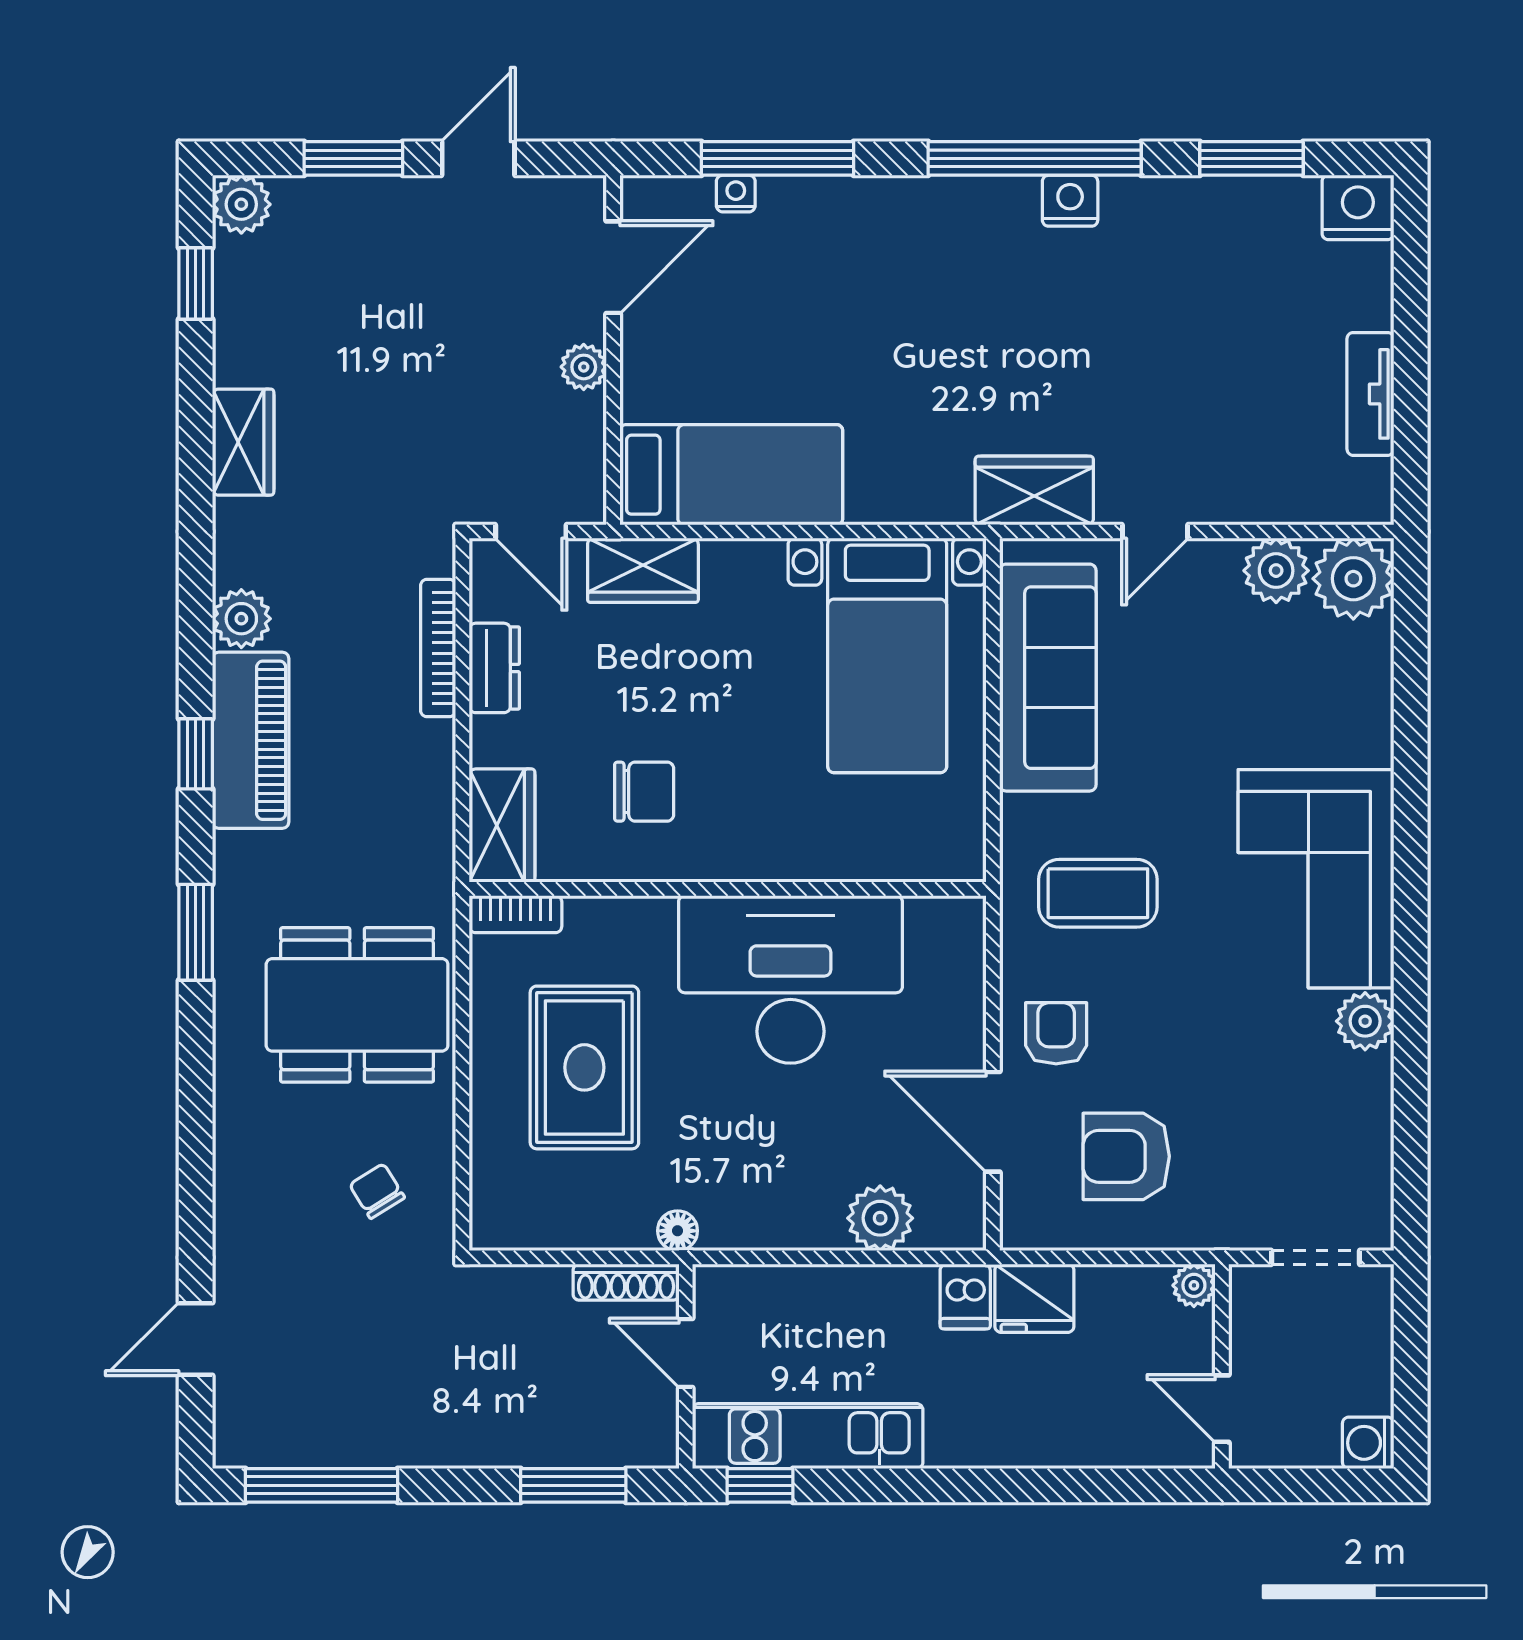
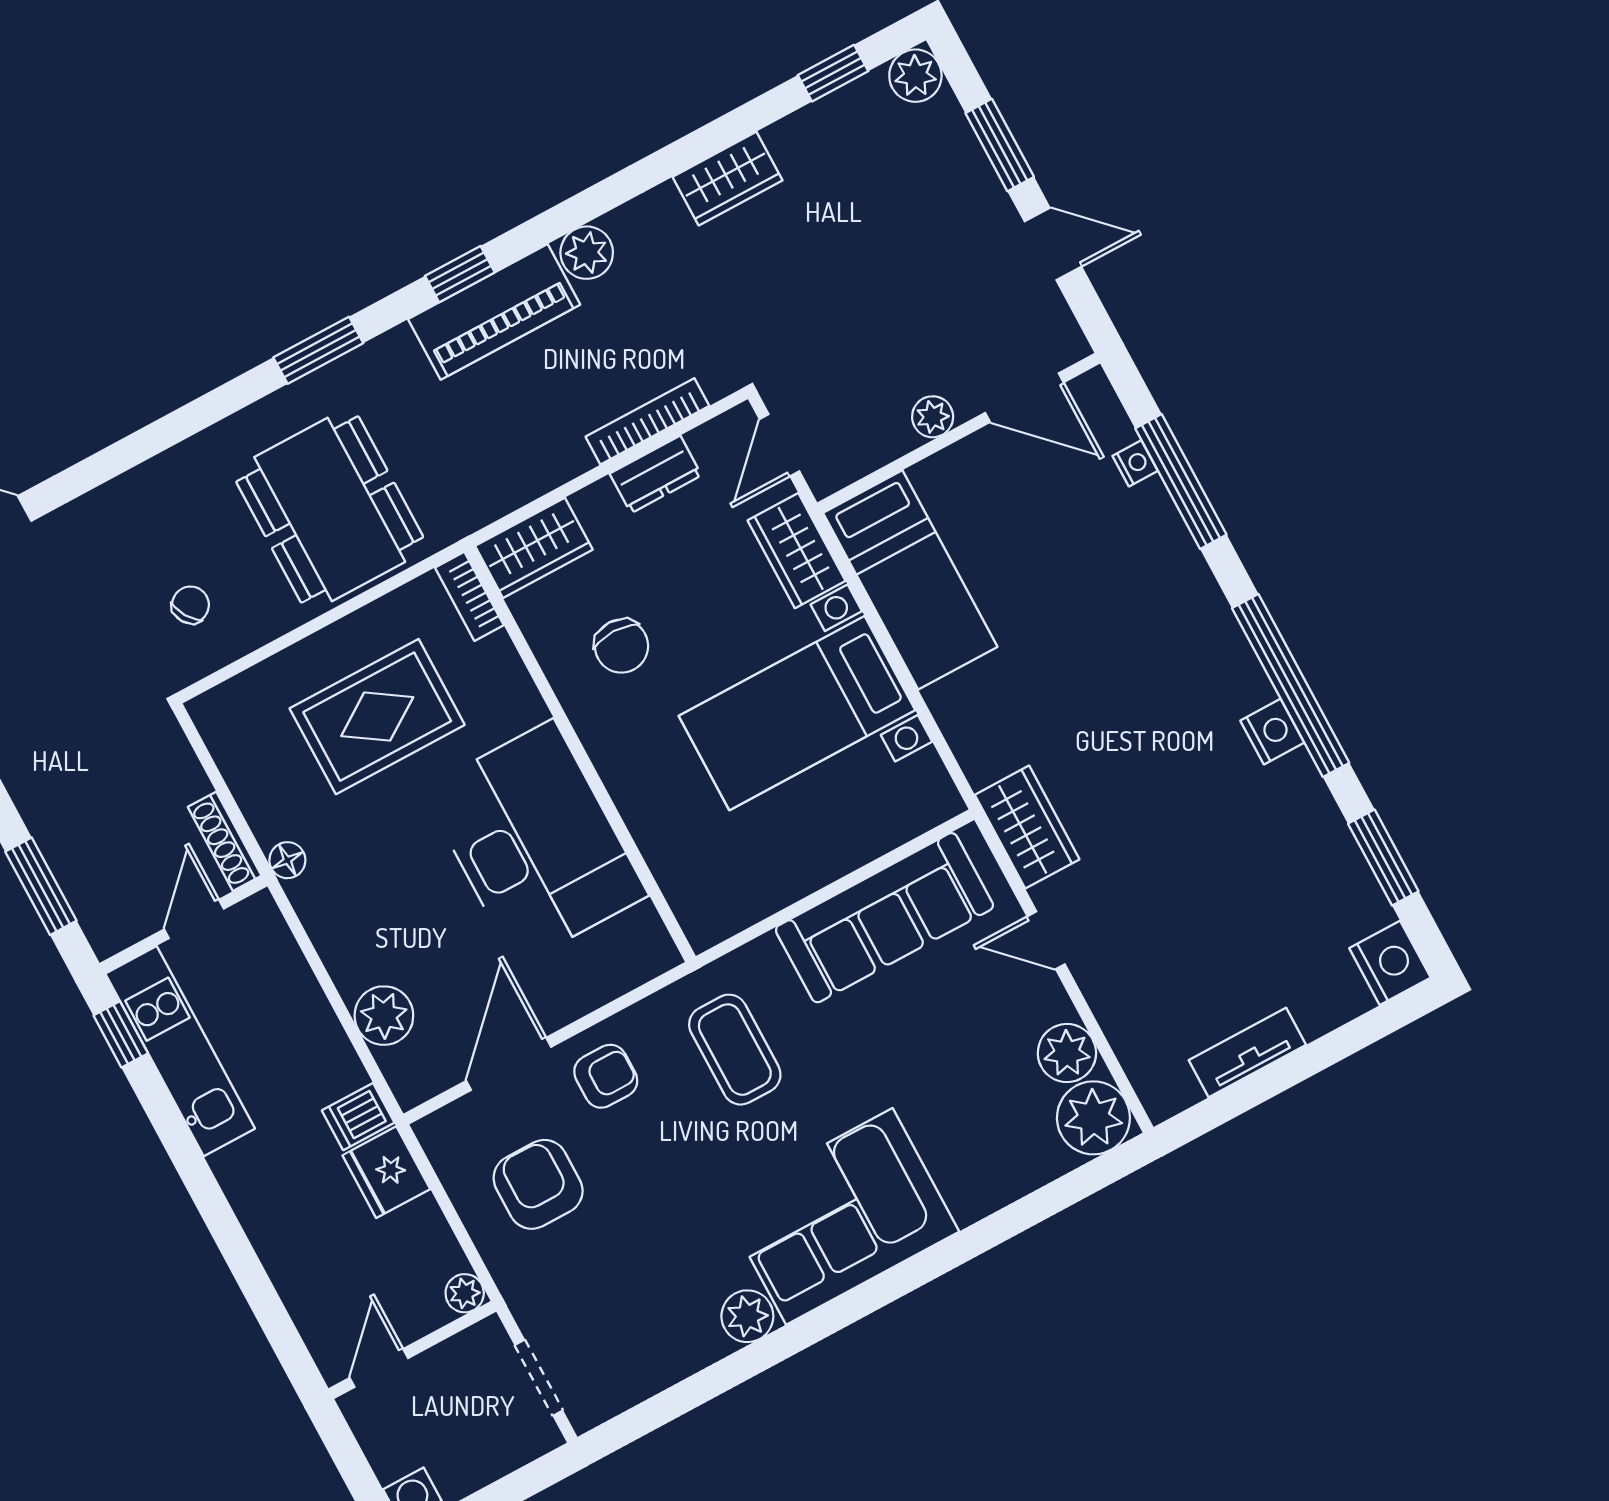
bed with nightstands: (887, 655) -> (797, 713), moved

